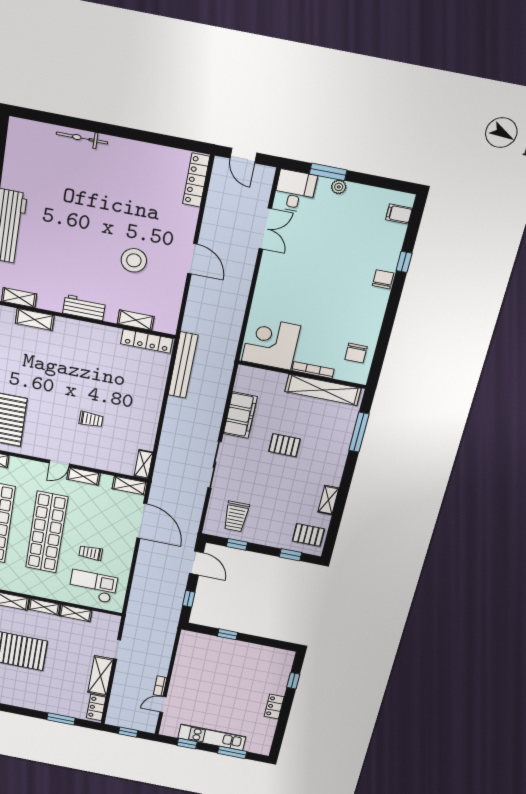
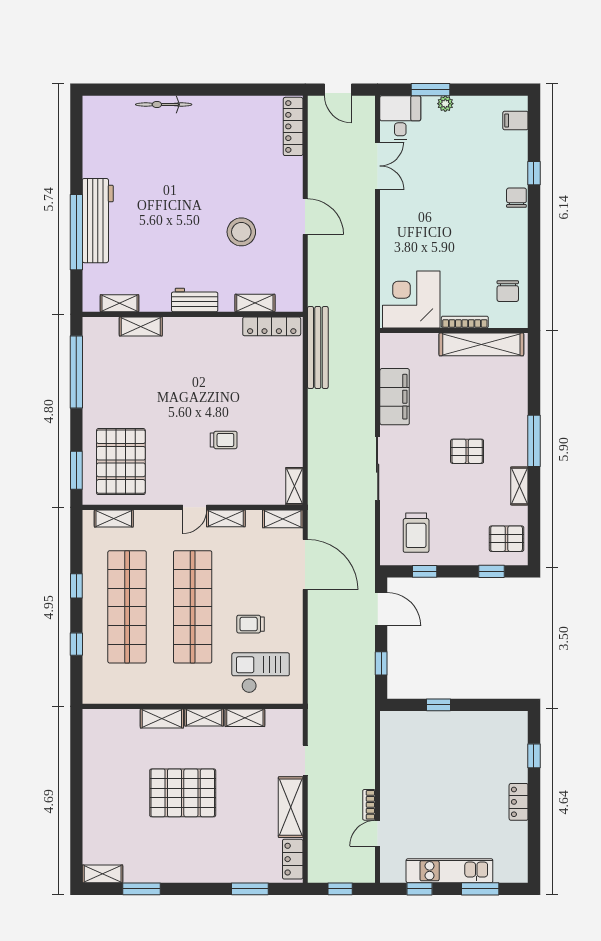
window: (359, 432) -> (534, 441), moved
pallet: (284, 445) -> (467, 451), moved

